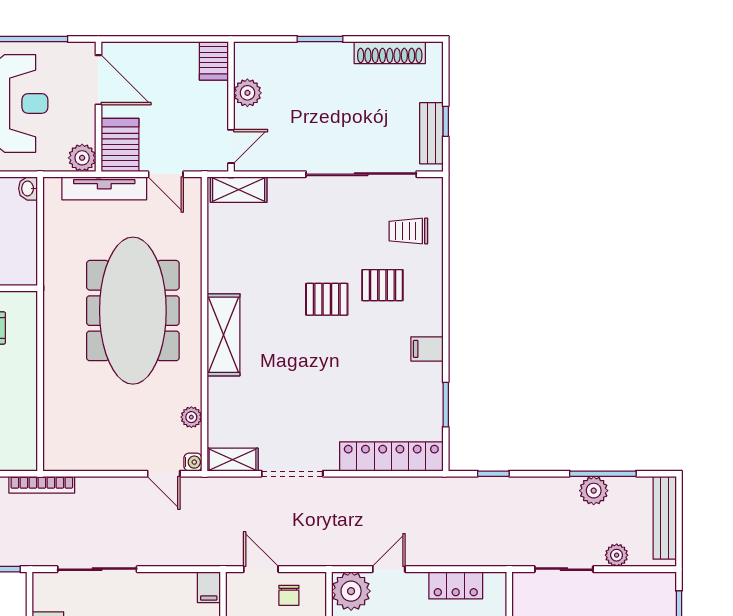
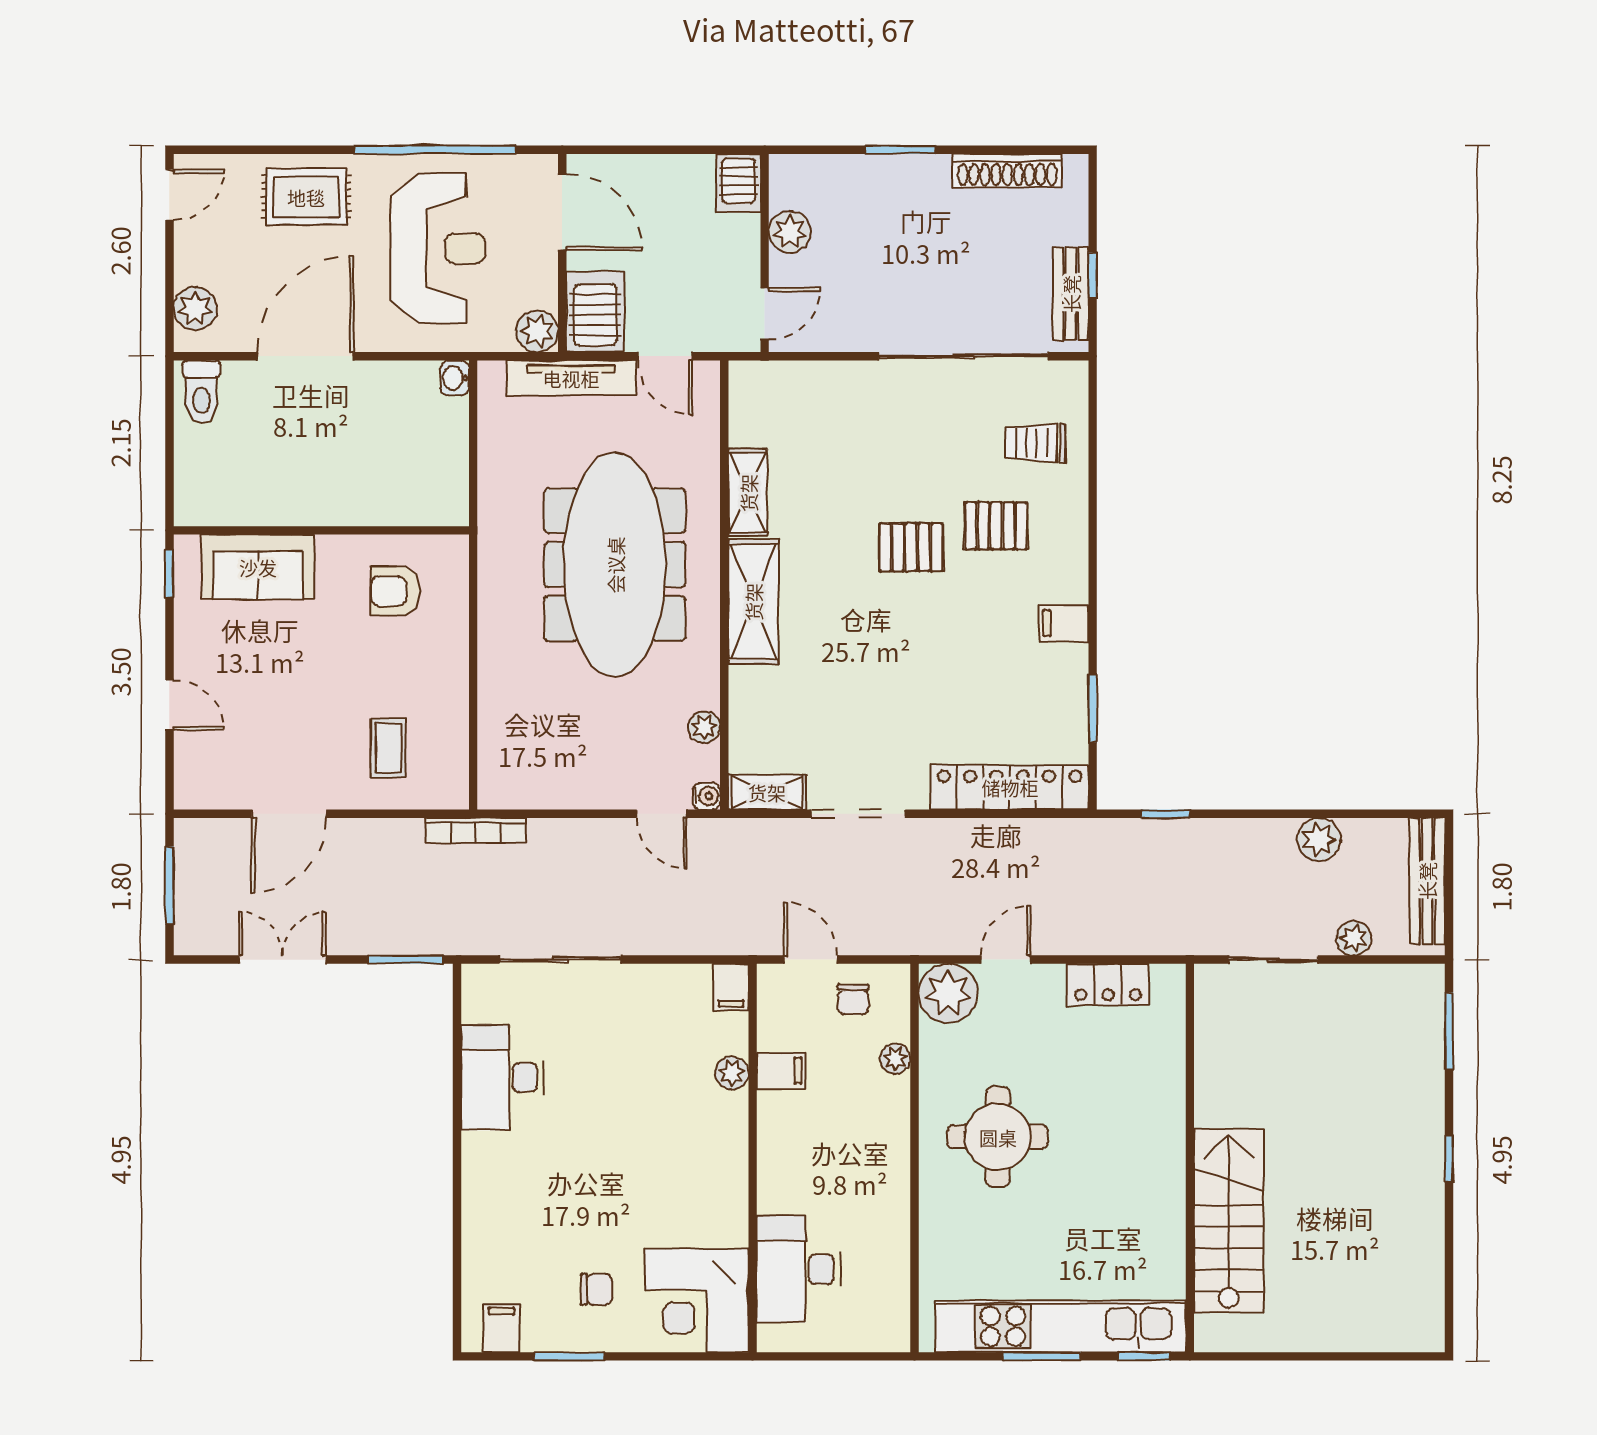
shelving: (239, 190) -> (748, 493), moved, turned 90
window: (603, 474) -> (1333, 814), removed

